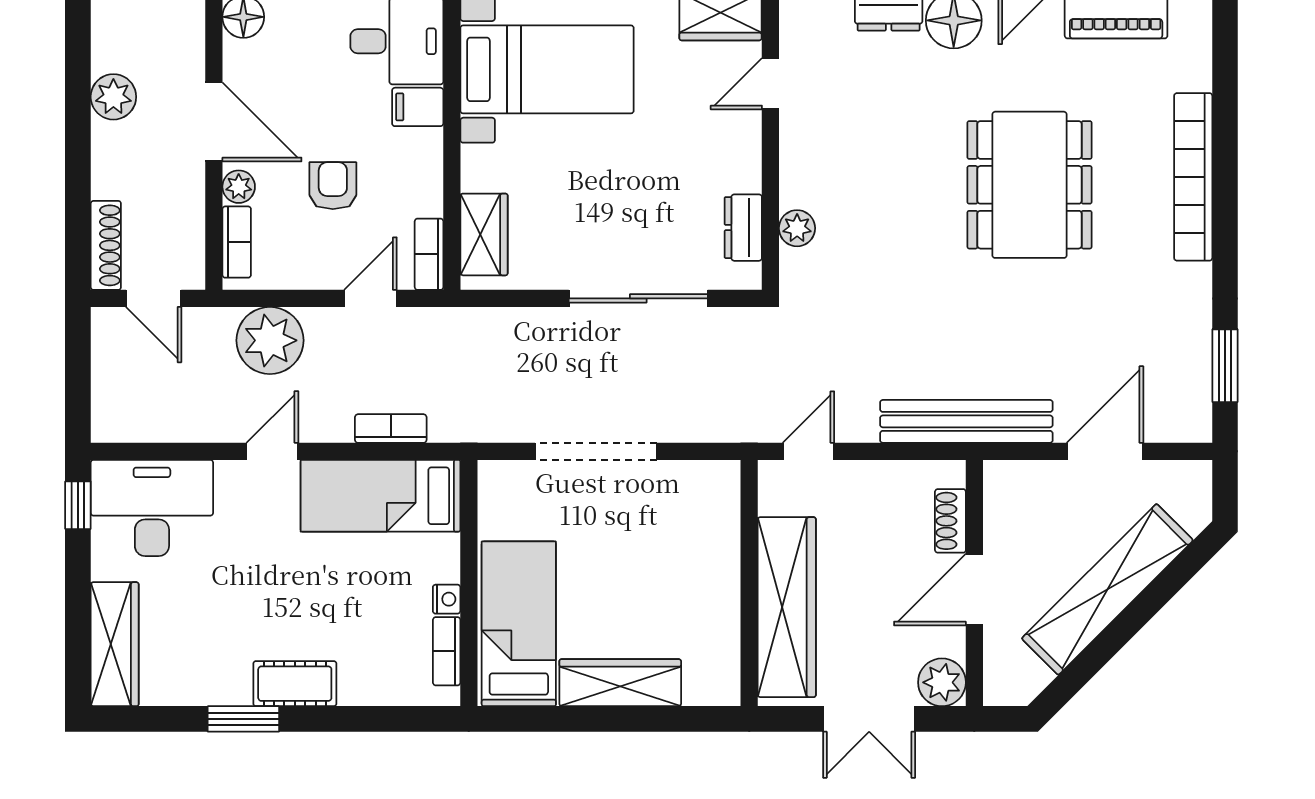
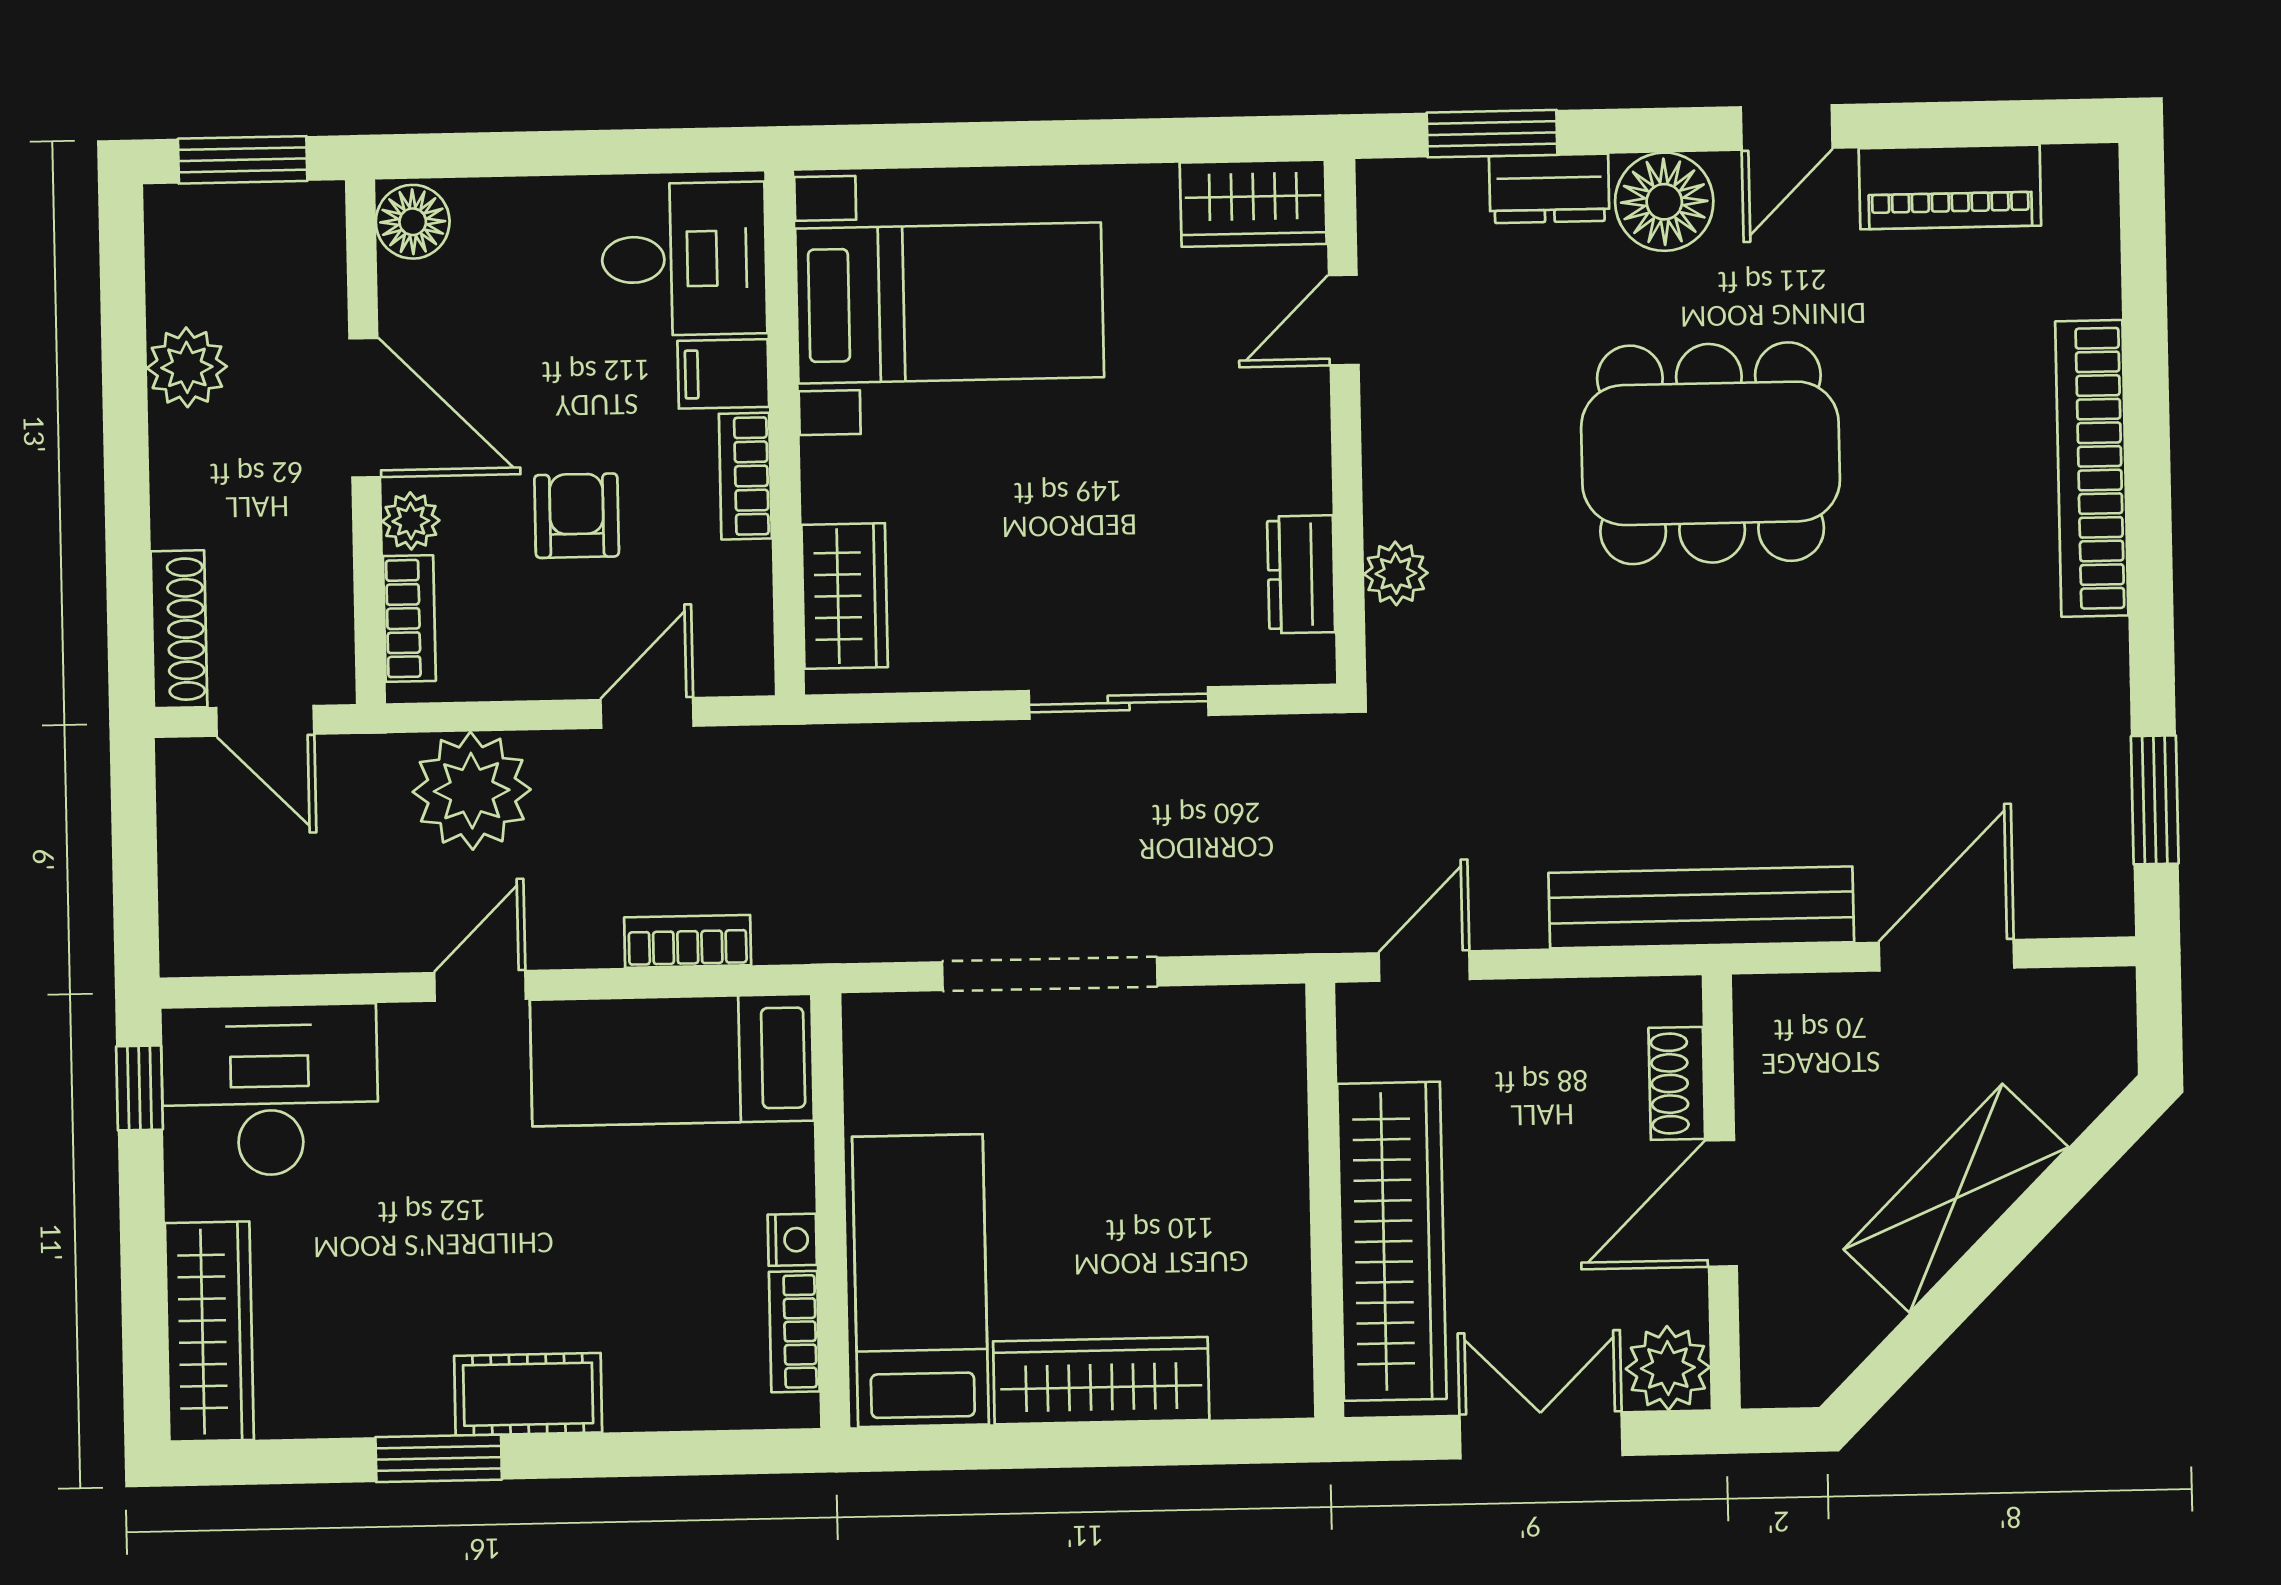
dining table: (1030, 185) -> (1711, 453), moved, turned 90
bookcase: (429, 254) -> (745, 476), moved
sliding door: (638, 298) -> (1119, 703), width x0.73
shelving: (1107, 589) -> (1956, 1198), width x0.68
double door: (869, 719) -> (1541, 1435), swing flipped

